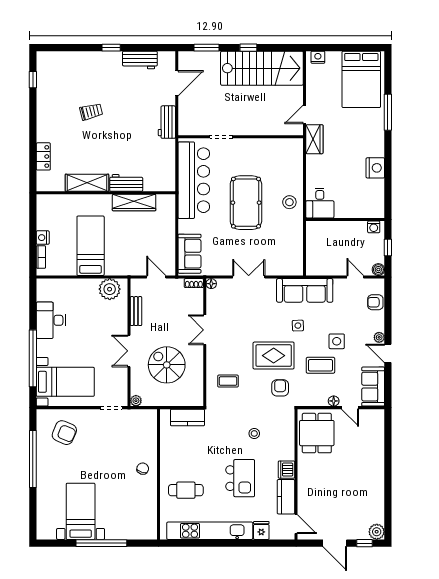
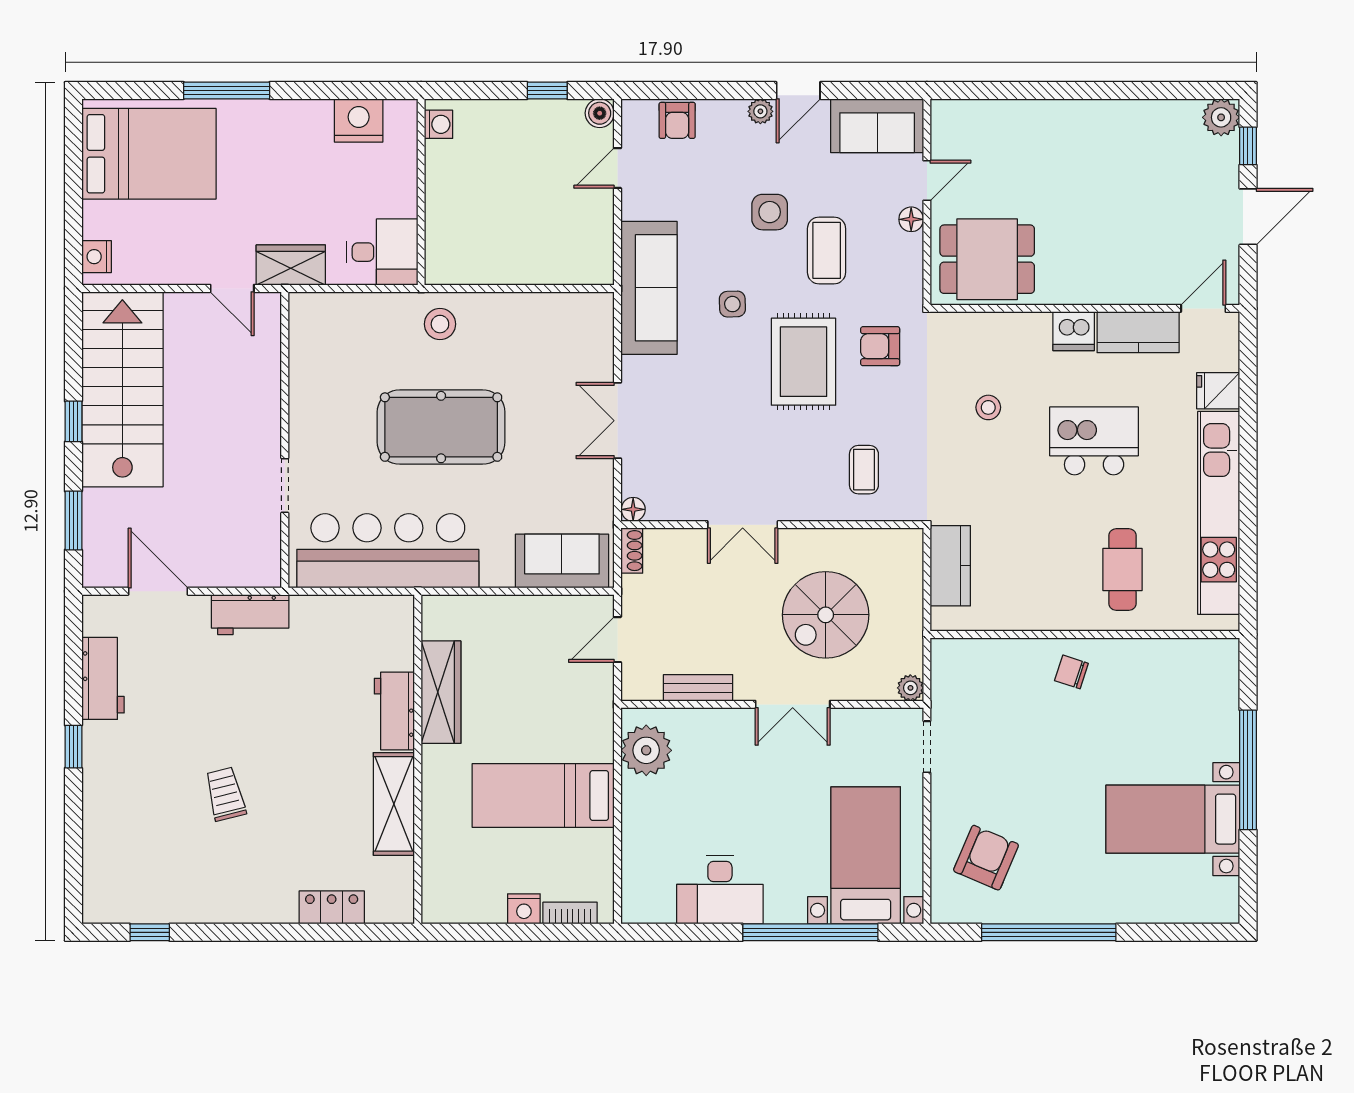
desk: (320, 203) -> (382, 252), moved
wall: (345, 219) -> (421, 192), moved
washing machine: (374, 227) -> (439, 124), moved

